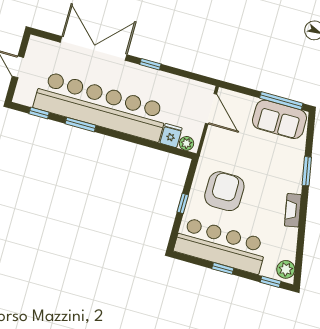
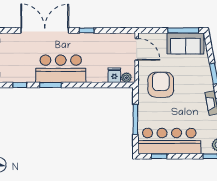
bar counter: (101, 106) -> (61, 69), width x0.54
armchair: (224, 191) -> (161, 85), moved
window: (183, 203) -> (135, 119), width x2.17
window: (223, 268) -> (159, 156), moved

